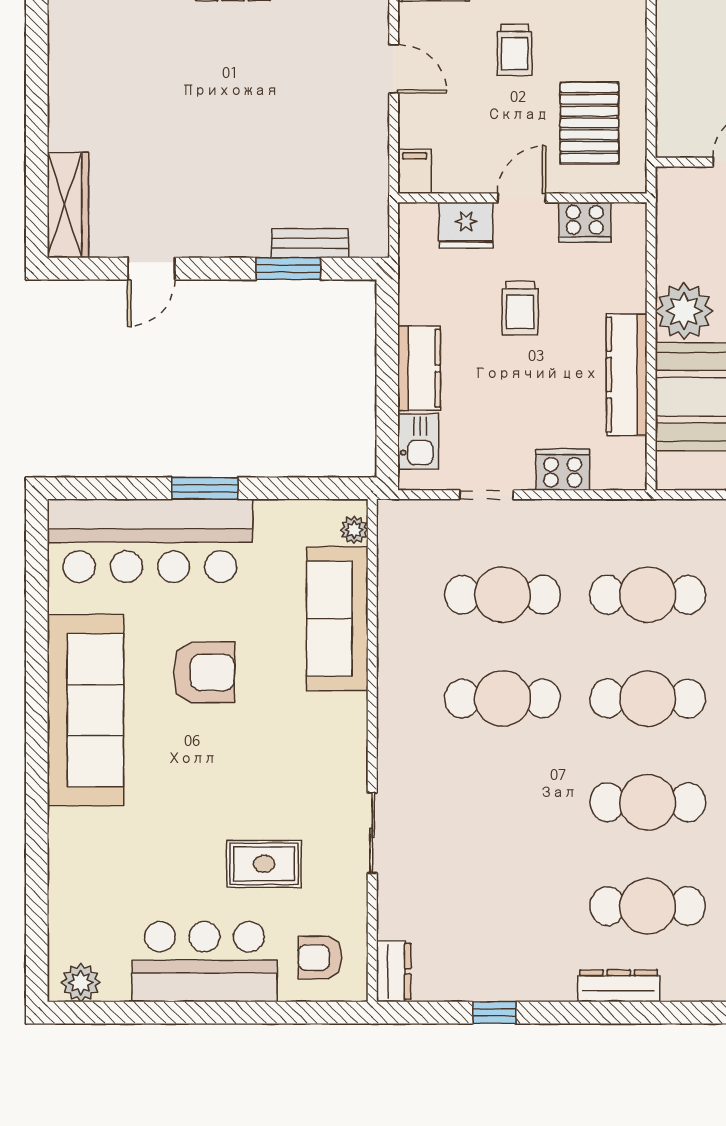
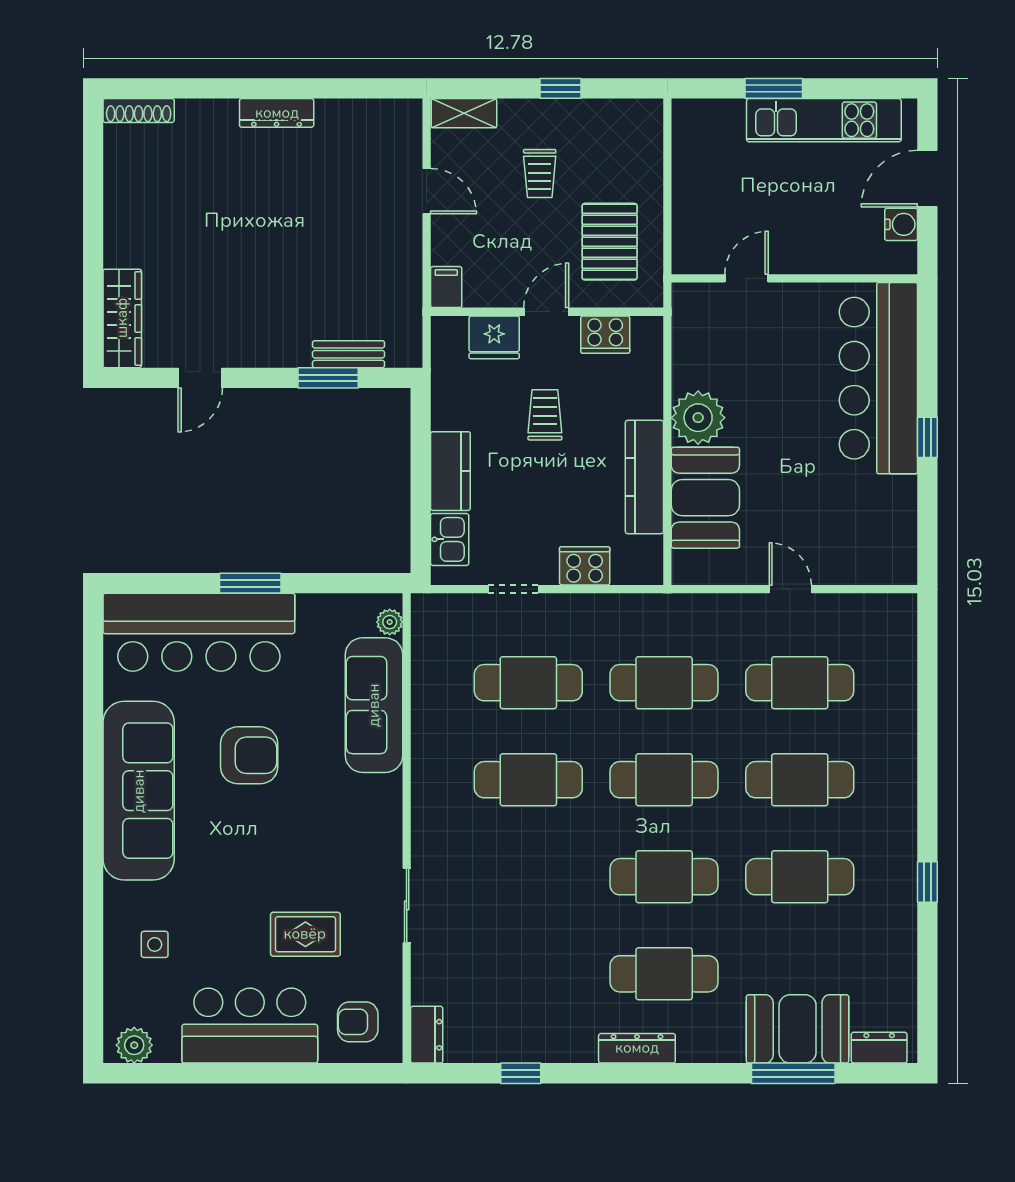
trolley: (520, 308) -> (545, 415), turned 180
side table: (103, 875) -> (155, 944), added

